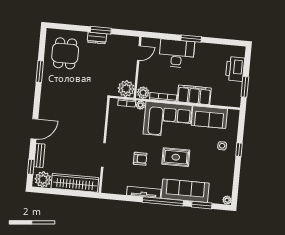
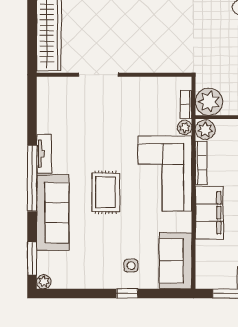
sofa: (209, 117) -> (176, 261), moved
armchair: (140, 159) -> (98, 135), removed
tv unit: (144, 192) -> (44, 154), width x0.71
window: (202, 205) -> (32, 259), moved

